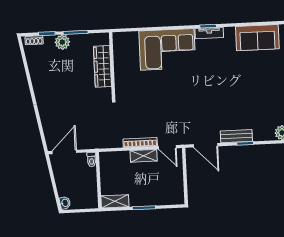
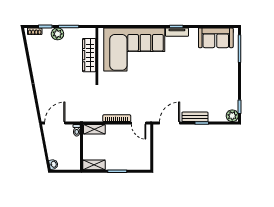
corner sofa: (167, 49) -> (134, 49), width x1.36, depth x1.36
door: (205, 145) -> (170, 123), swing flipped
shelving: (144, 156) -> (94, 129), moved

